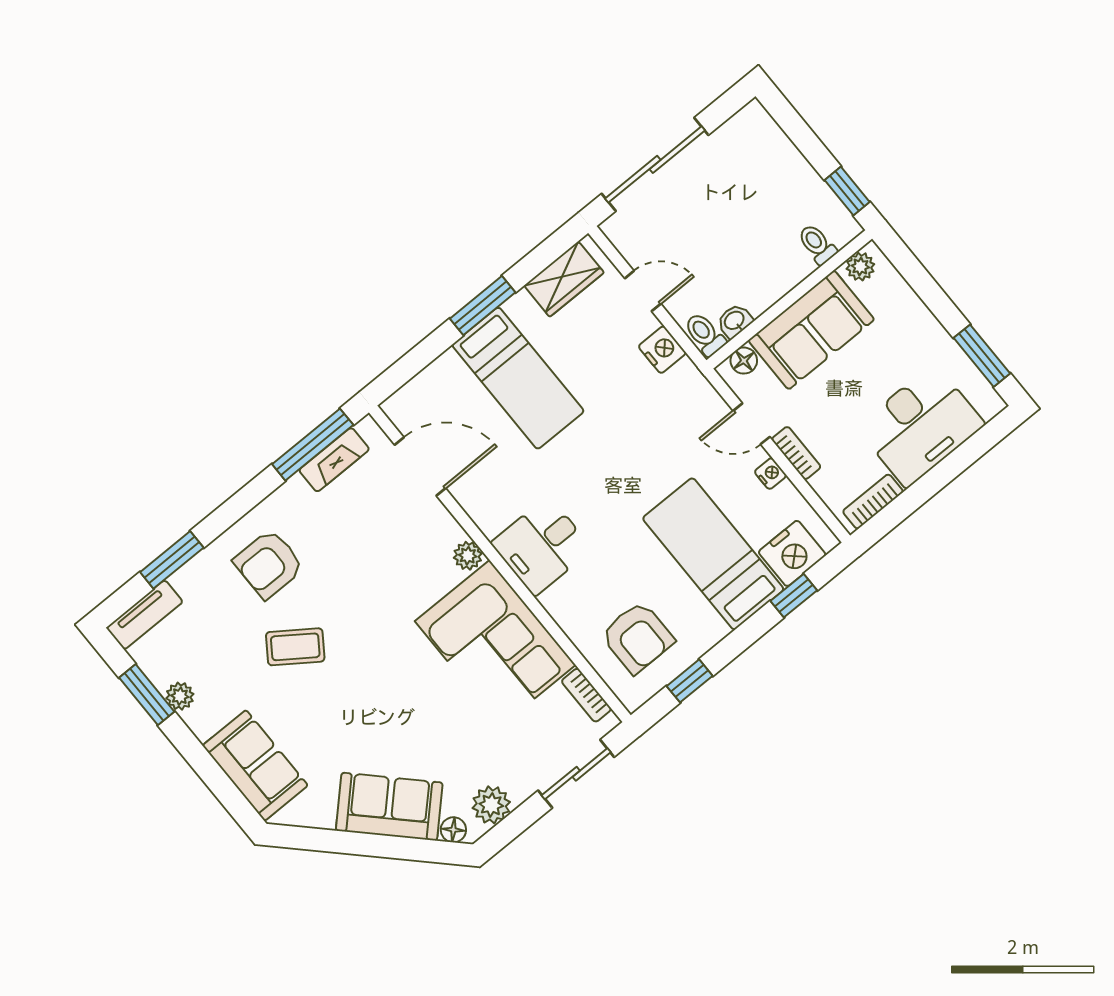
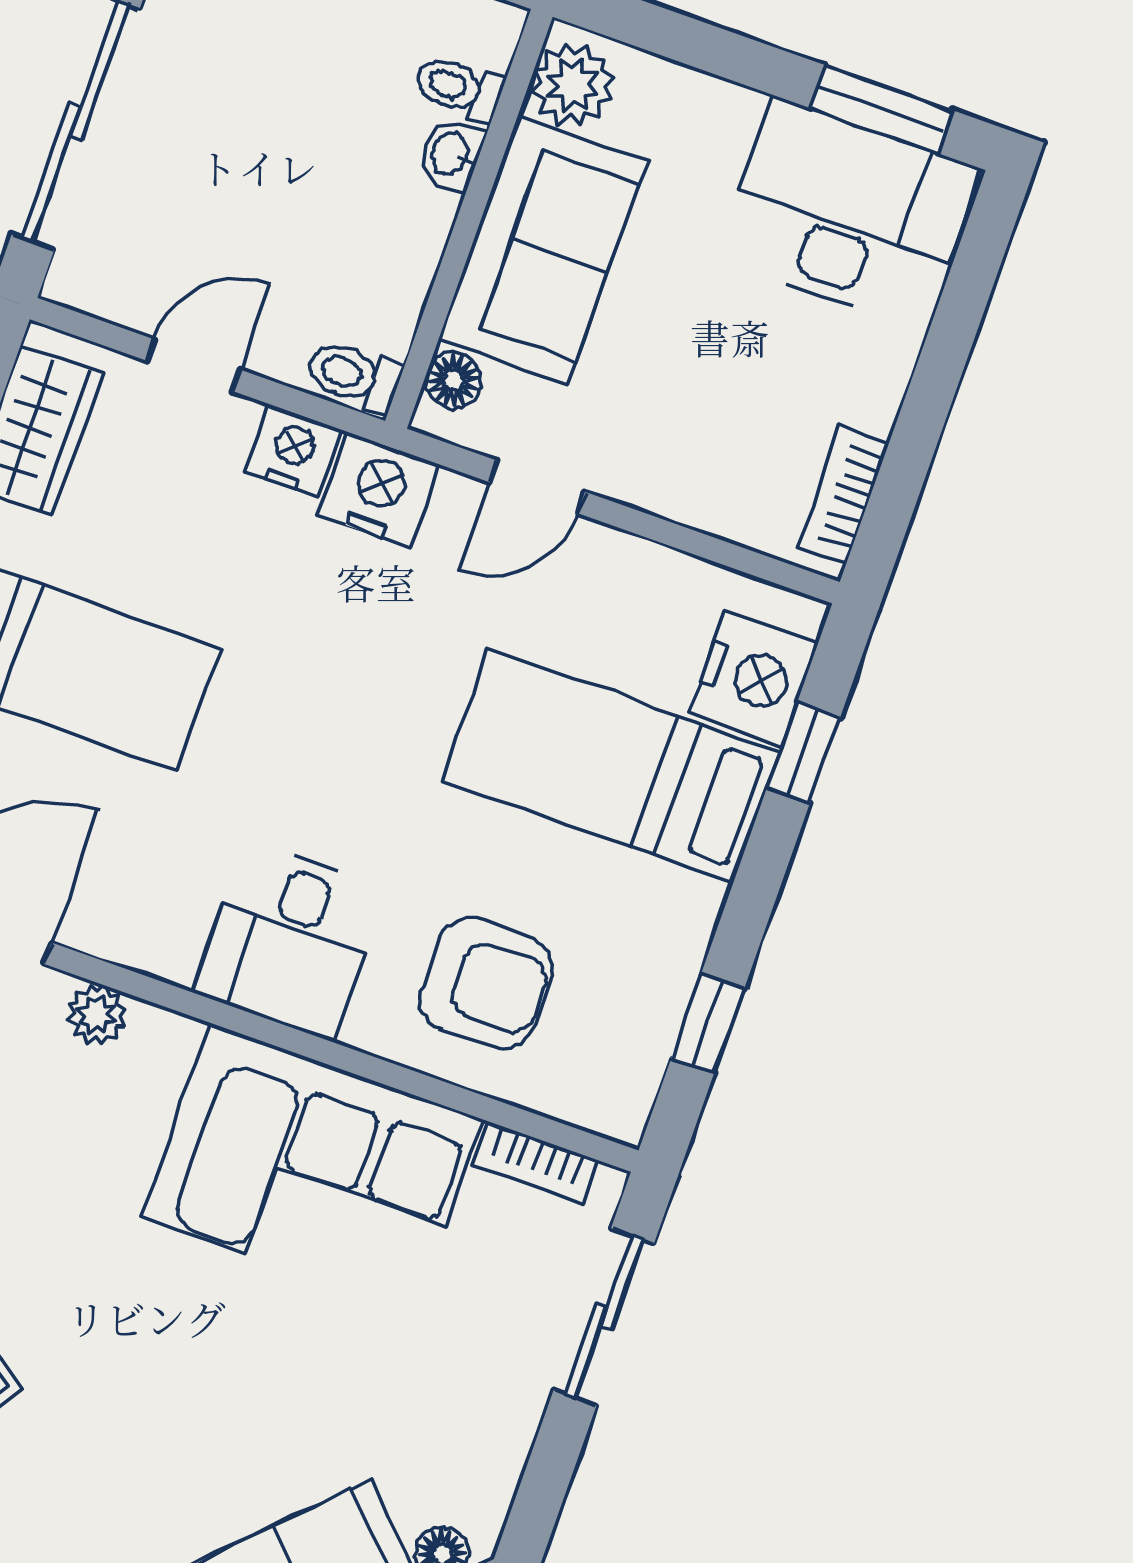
plant: (860, 267) -> (572, 85), width x1.38, depth x1.38
washbasin: (735, 321) -> (451, 154), moved
desk: (920, 426) -> (848, 213), moved, turned -90
bookcase: (796, 453) -> (651, 491), removed
nightstand: (770, 474) -> (379, 490), moved, width x1.89, depth x1.79
plant: (468, 556) -> (96, 1015), moved
armchair: (637, 637) -> (486, 983), moved
plant: (491, 805) -> (484, 1467), removed

